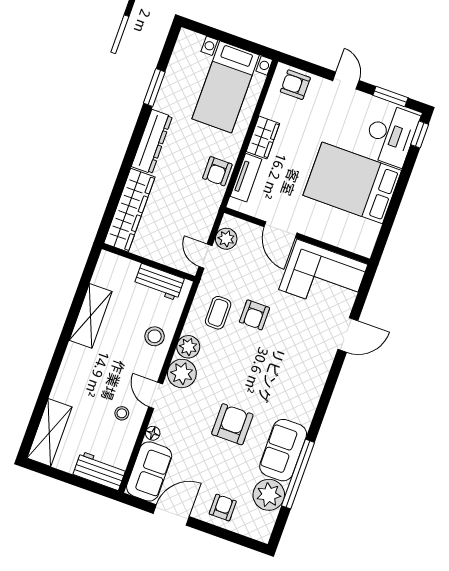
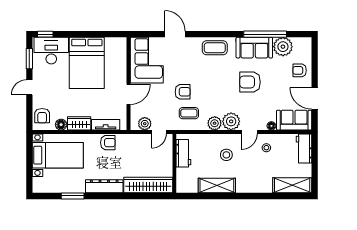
floor lamp: (271, 109) -> (61, 125), added
stool: (155, 336) -> (226, 155), moved
coffee table: (305, 389) -> (215, 48), added

